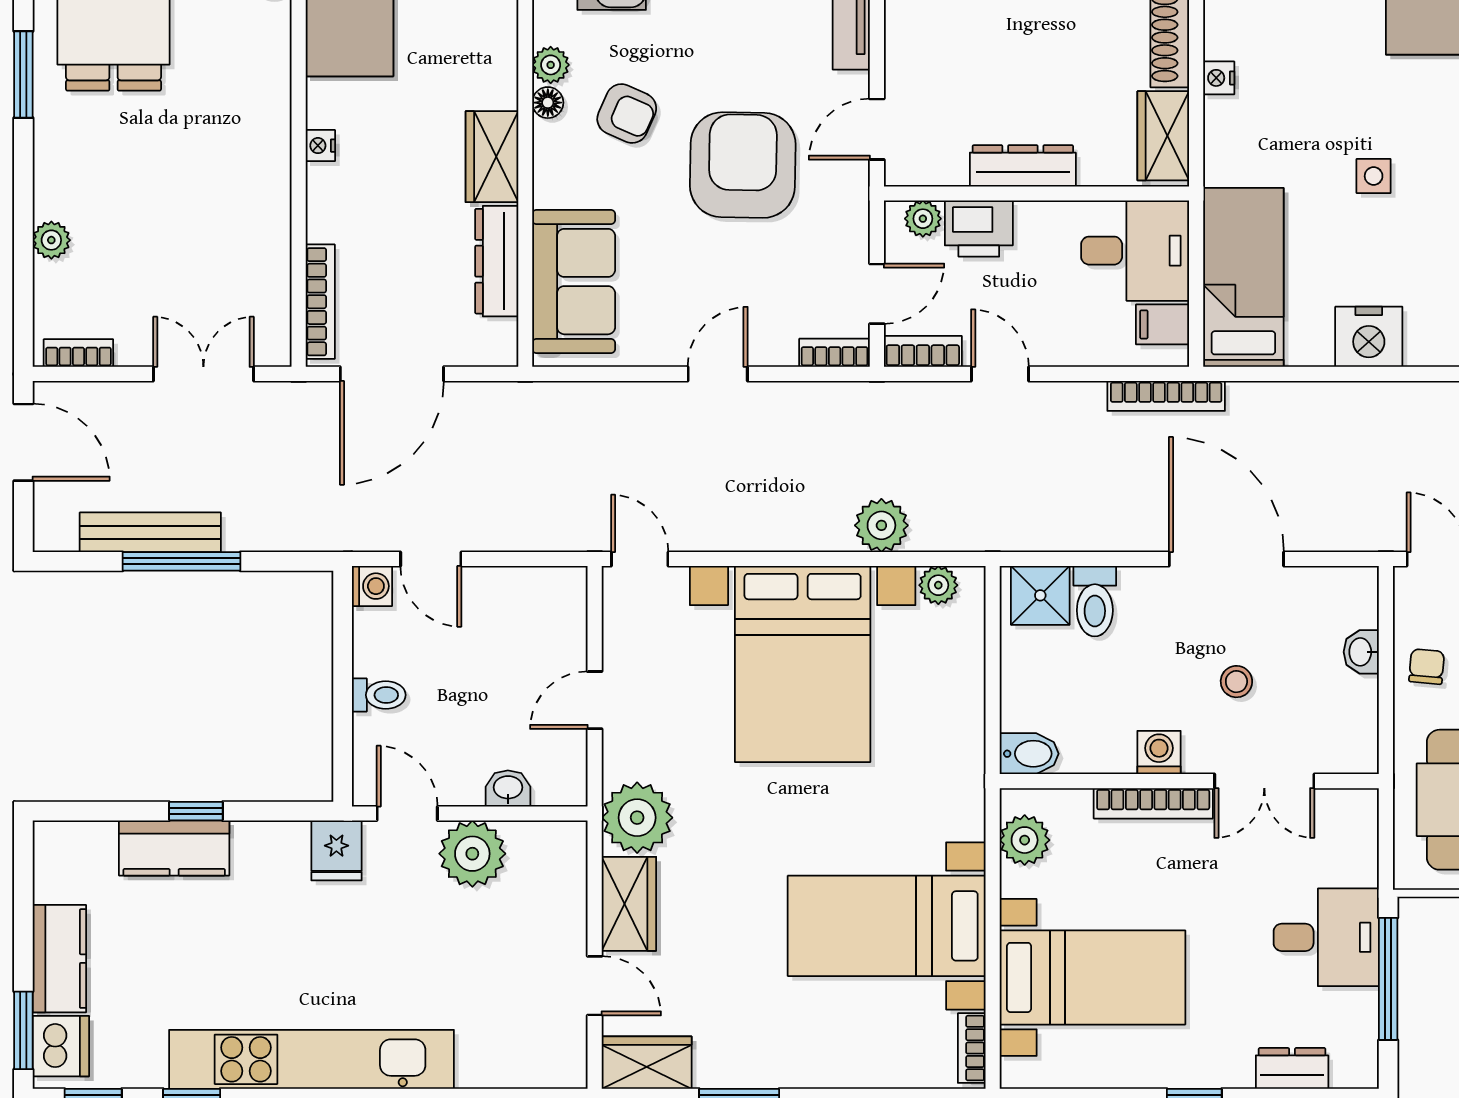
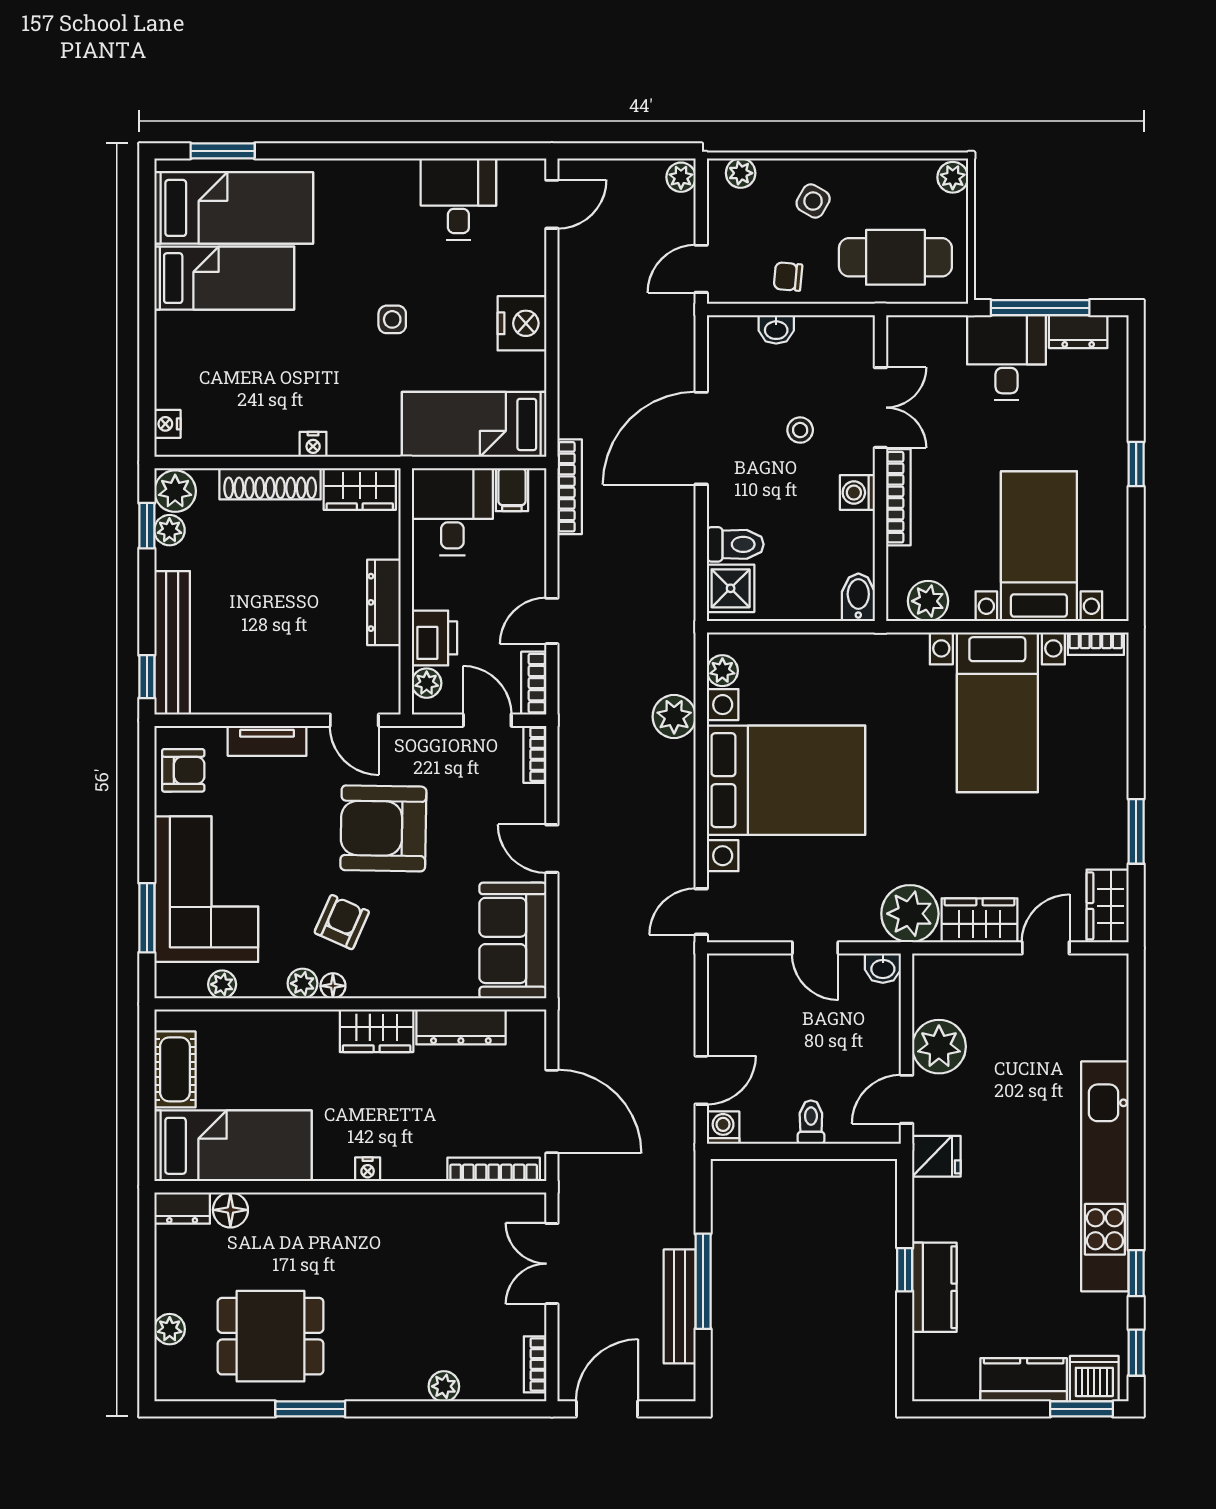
sofa: (574, 282) -> (513, 940), moved, turned -90
washbasin: (508, 788) -> (883, 968), moved, turned -90
dresser: (1292, 1068) -> (1078, 332), moved, turned -90

